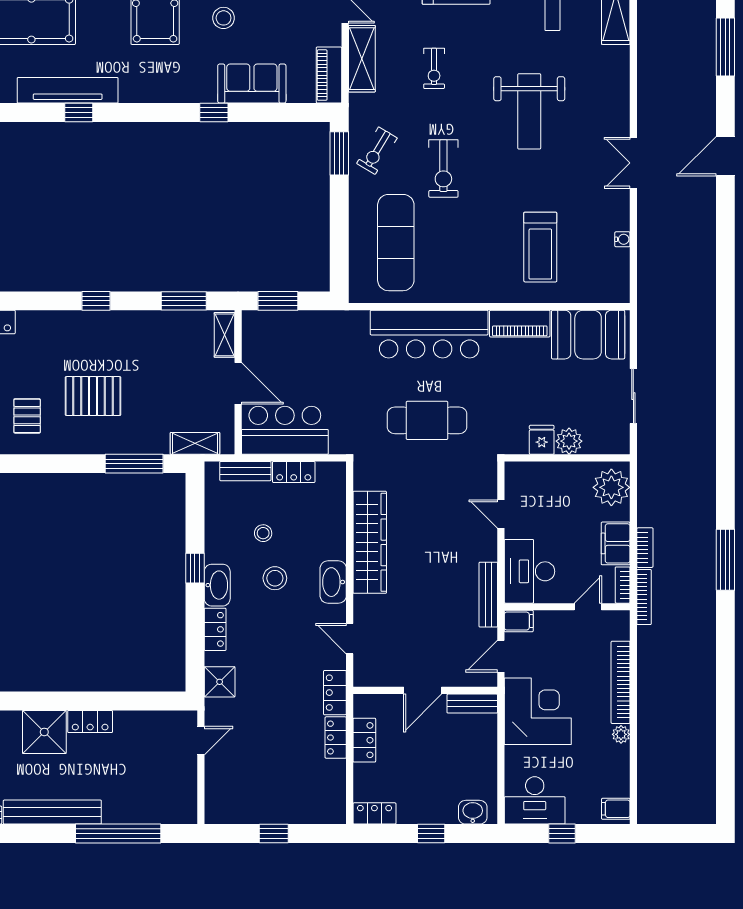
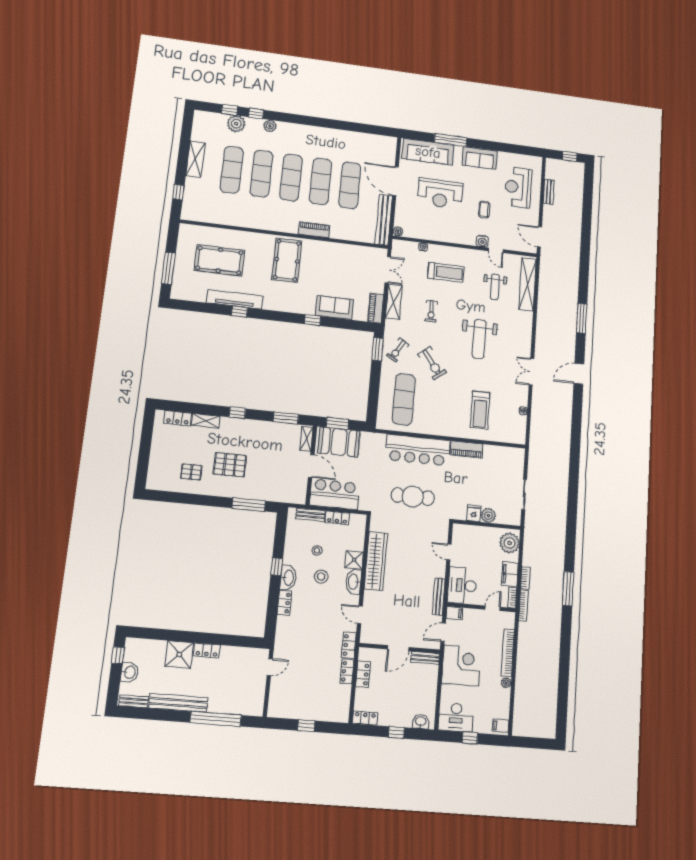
stool: (224, 18) -> (323, 272), removed
exercise bike: (443, 168) -> (432, 363), turned -37
booth: (588, 335) -> (339, 442), moved
pallet: (27, 416) -> (191, 472), turned 90
shelving: (195, 443) -> (206, 421), moved
shower: (220, 682) -> (354, 560), moved

